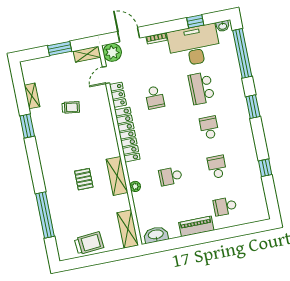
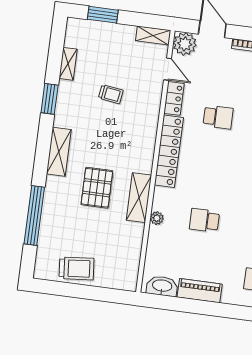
window: (60, 48) -> (103, 15), moved
door: (106, 75) -> (168, 69), swing flipped
school desk: (155, 98) -> (218, 117), turned -90
pallet: (84, 179) -> (97, 188), width x1.50, depth x1.42
piano: (196, 226) -> (200, 291), moved
shelving: (128, 229) -> (59, 152), moved

